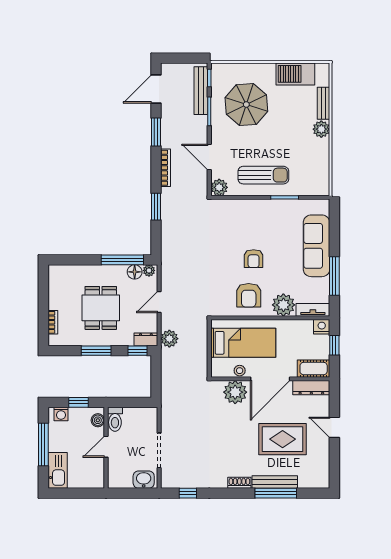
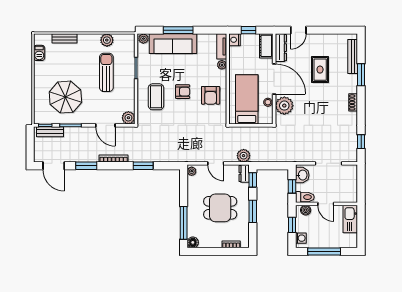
barbecue: (295, 74) -> (39, 53), width x0.53, depth x0.65
bench: (201, 91) -> (50, 132), width x0.73
plant: (321, 129) -> (107, 40), moved
door: (209, 157) -> (105, 125), hinge flipped
sun lounger: (263, 175) -> (106, 72), moved
plant: (323, 207) -> (143, 39), added
coffee table: (247, 224) -> (156, 97), added
window: (122, 260) -> (184, 223), moved
floor lamp: (135, 272) -> (193, 242), moved
window: (334, 276) -> (178, 30), moved
armchair: (249, 295) -> (211, 95), turned 90
plant: (283, 305) -> (222, 65), width x0.53, depth x0.53
window: (129, 402) -> (292, 186), added
door: (334, 427) -> (298, 30), moved
rug: (283, 439) -> (320, 70), width x0.73, depth x0.70
kitchen sink: (58, 470) -> (350, 219), moved, turned -90
washbasin: (144, 480) -> (302, 175), moved, turned 180
bench: (275, 482) -> (353, 56), moved
window: (276, 493) -> (361, 75), width x0.69

